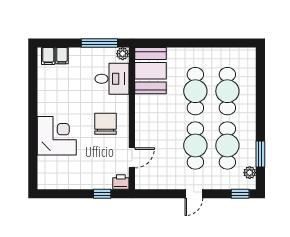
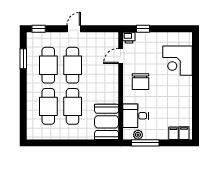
plant: (123, 54) -> (138, 135), moved
corner desk: (57, 136) -> (178, 61), moved
plant: (250, 173) -> (31, 45), removed

